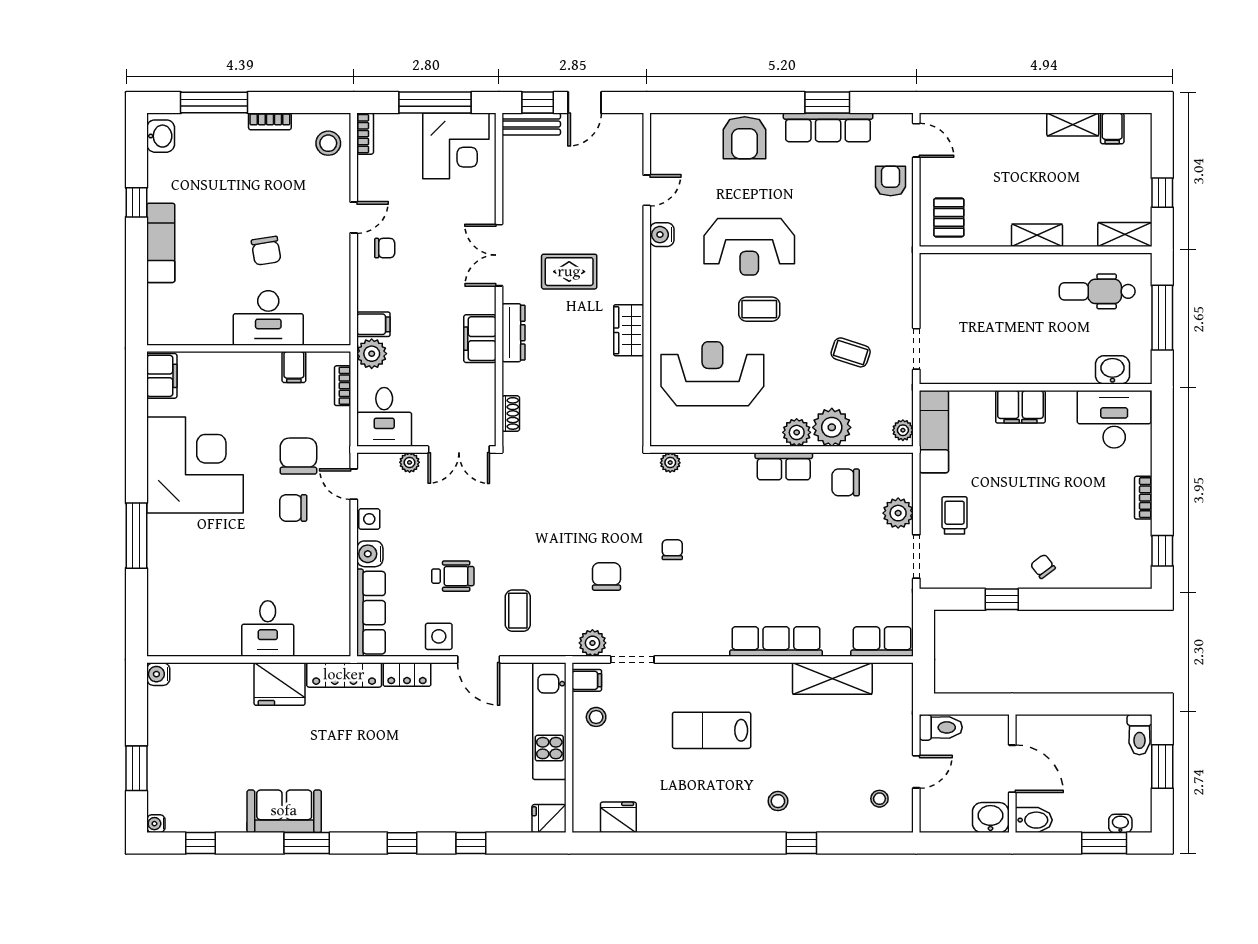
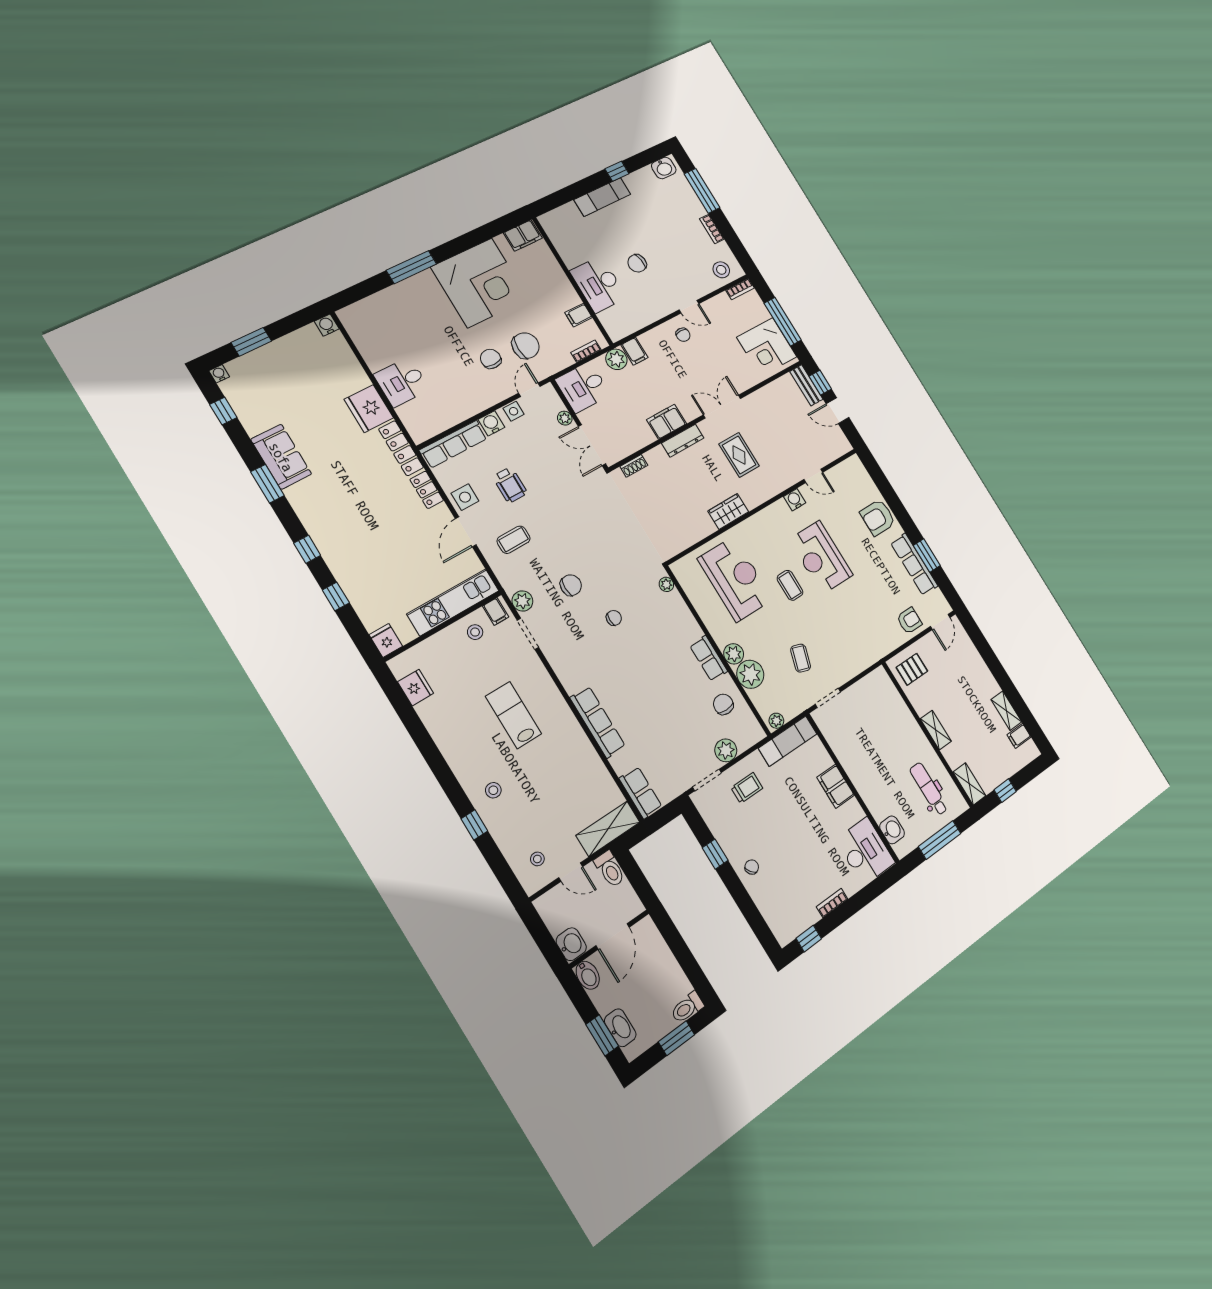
shelving: (832, 679) -> (608, 829), moved, turned 90
washbasin: (1120, 823) -> (620, 1028), width x1.91, depth x1.45

